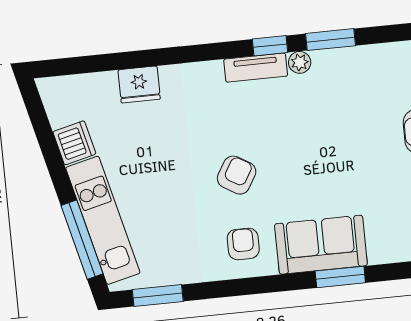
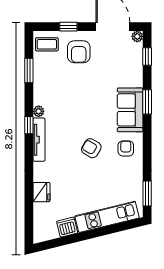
window: (330, 40) -> (29, 71), moved
tv unit: (256, 68) -> (39, 140), width x1.41
window: (82, 240) -> (116, 228), removed
armchair: (243, 244) -> (126, 148), turned 90

